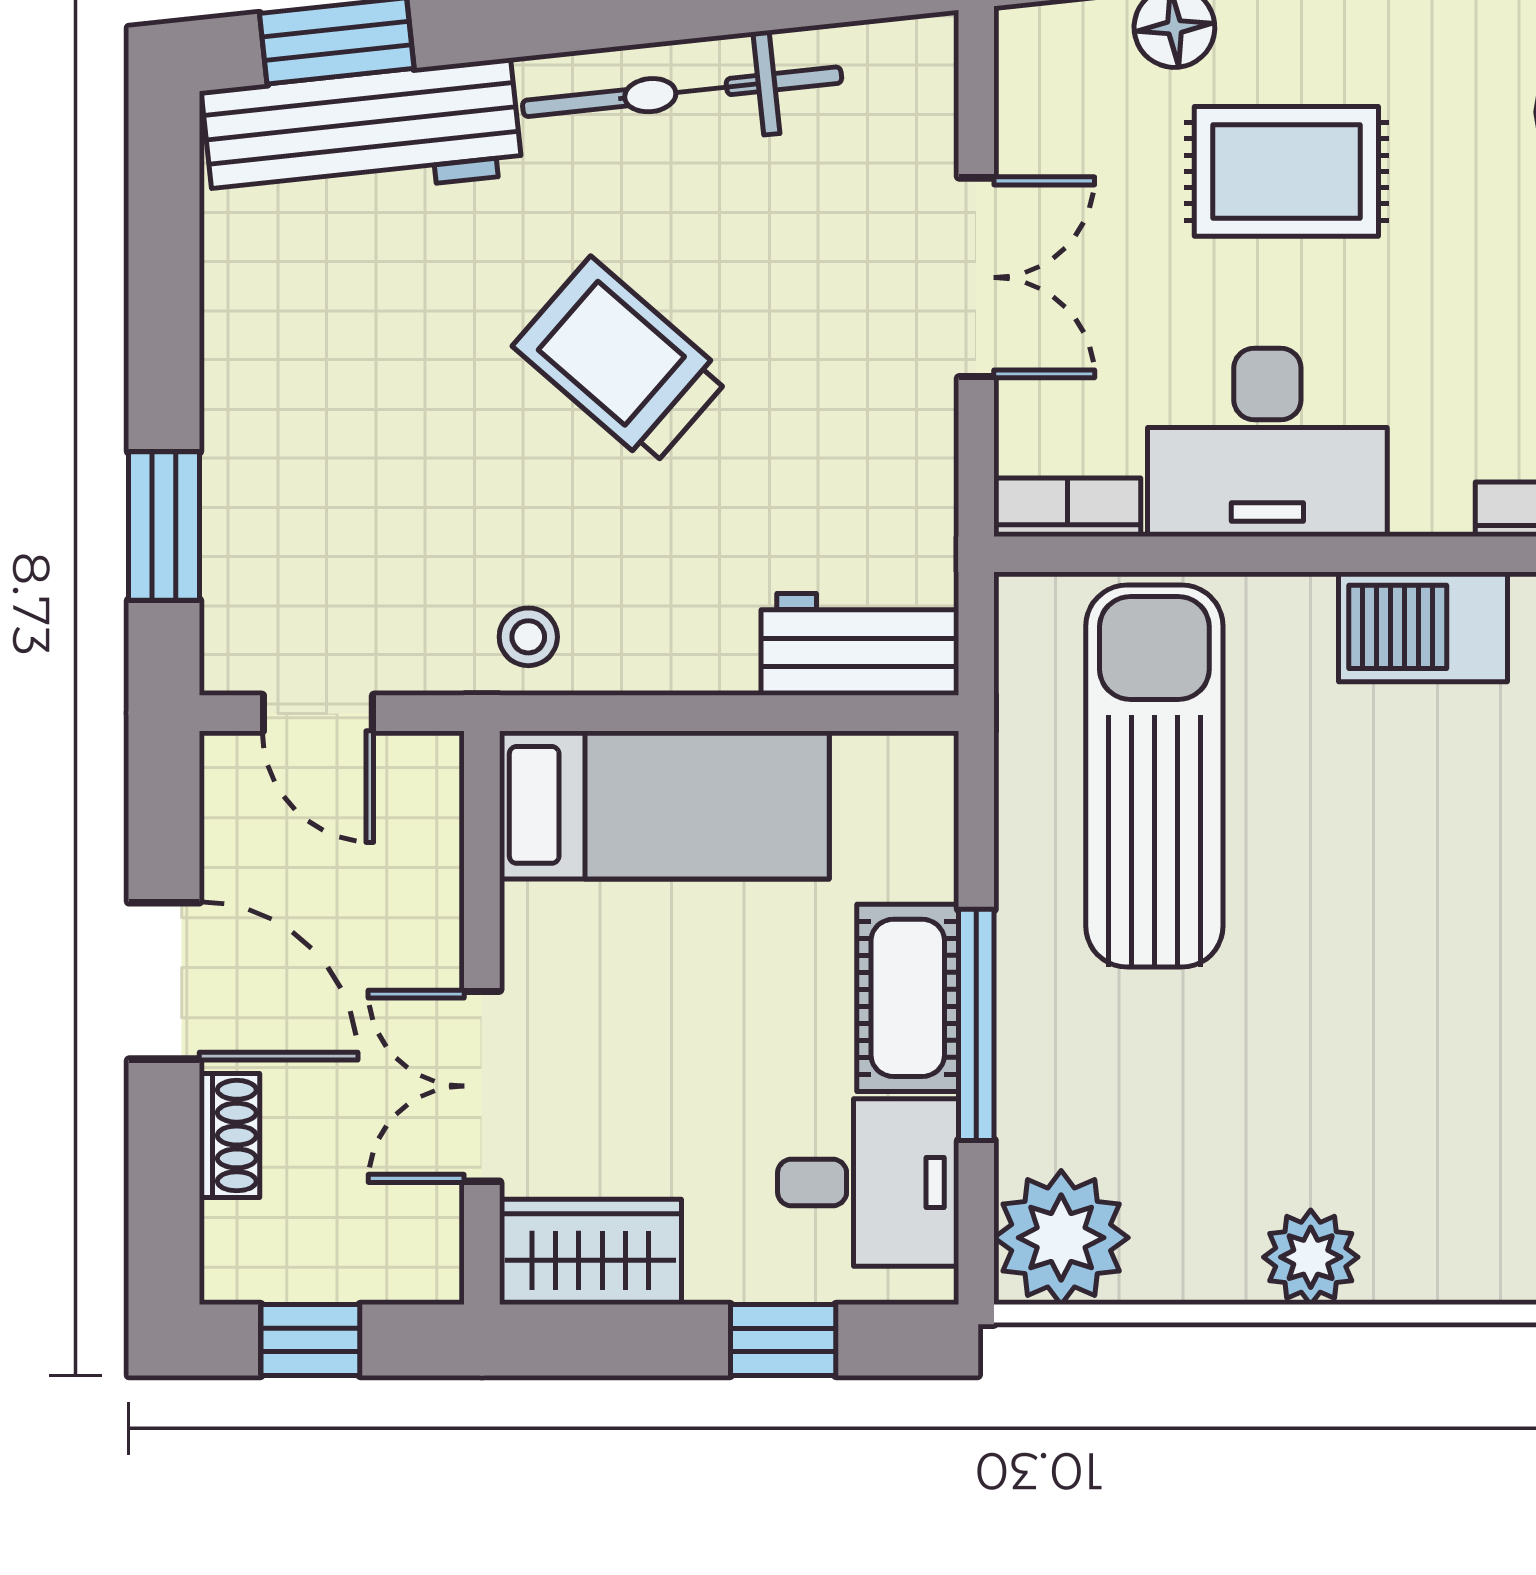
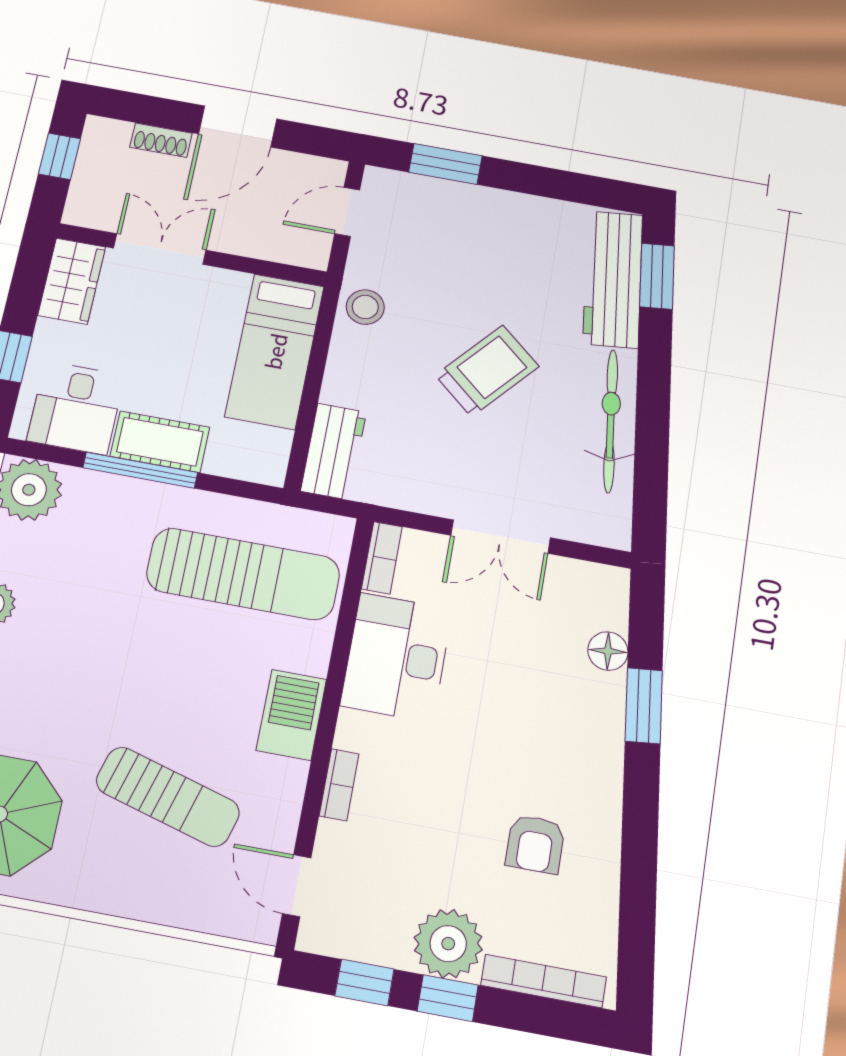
rug: (1286, 171) -> (529, 691), removed
stool: (528, 637) -> (365, 307), width x1.37, depth x1.37

